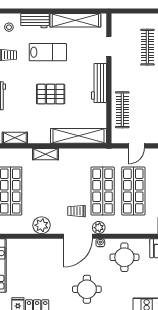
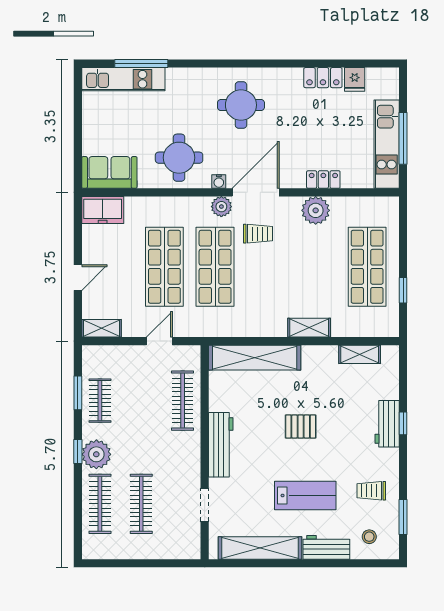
lab bench: (48, 52) -> (305, 495), turned 180
pallet: (51, 94) -> (301, 427), width x0.67, depth x0.71
locker: (37, 244) -> (323, 180), added

